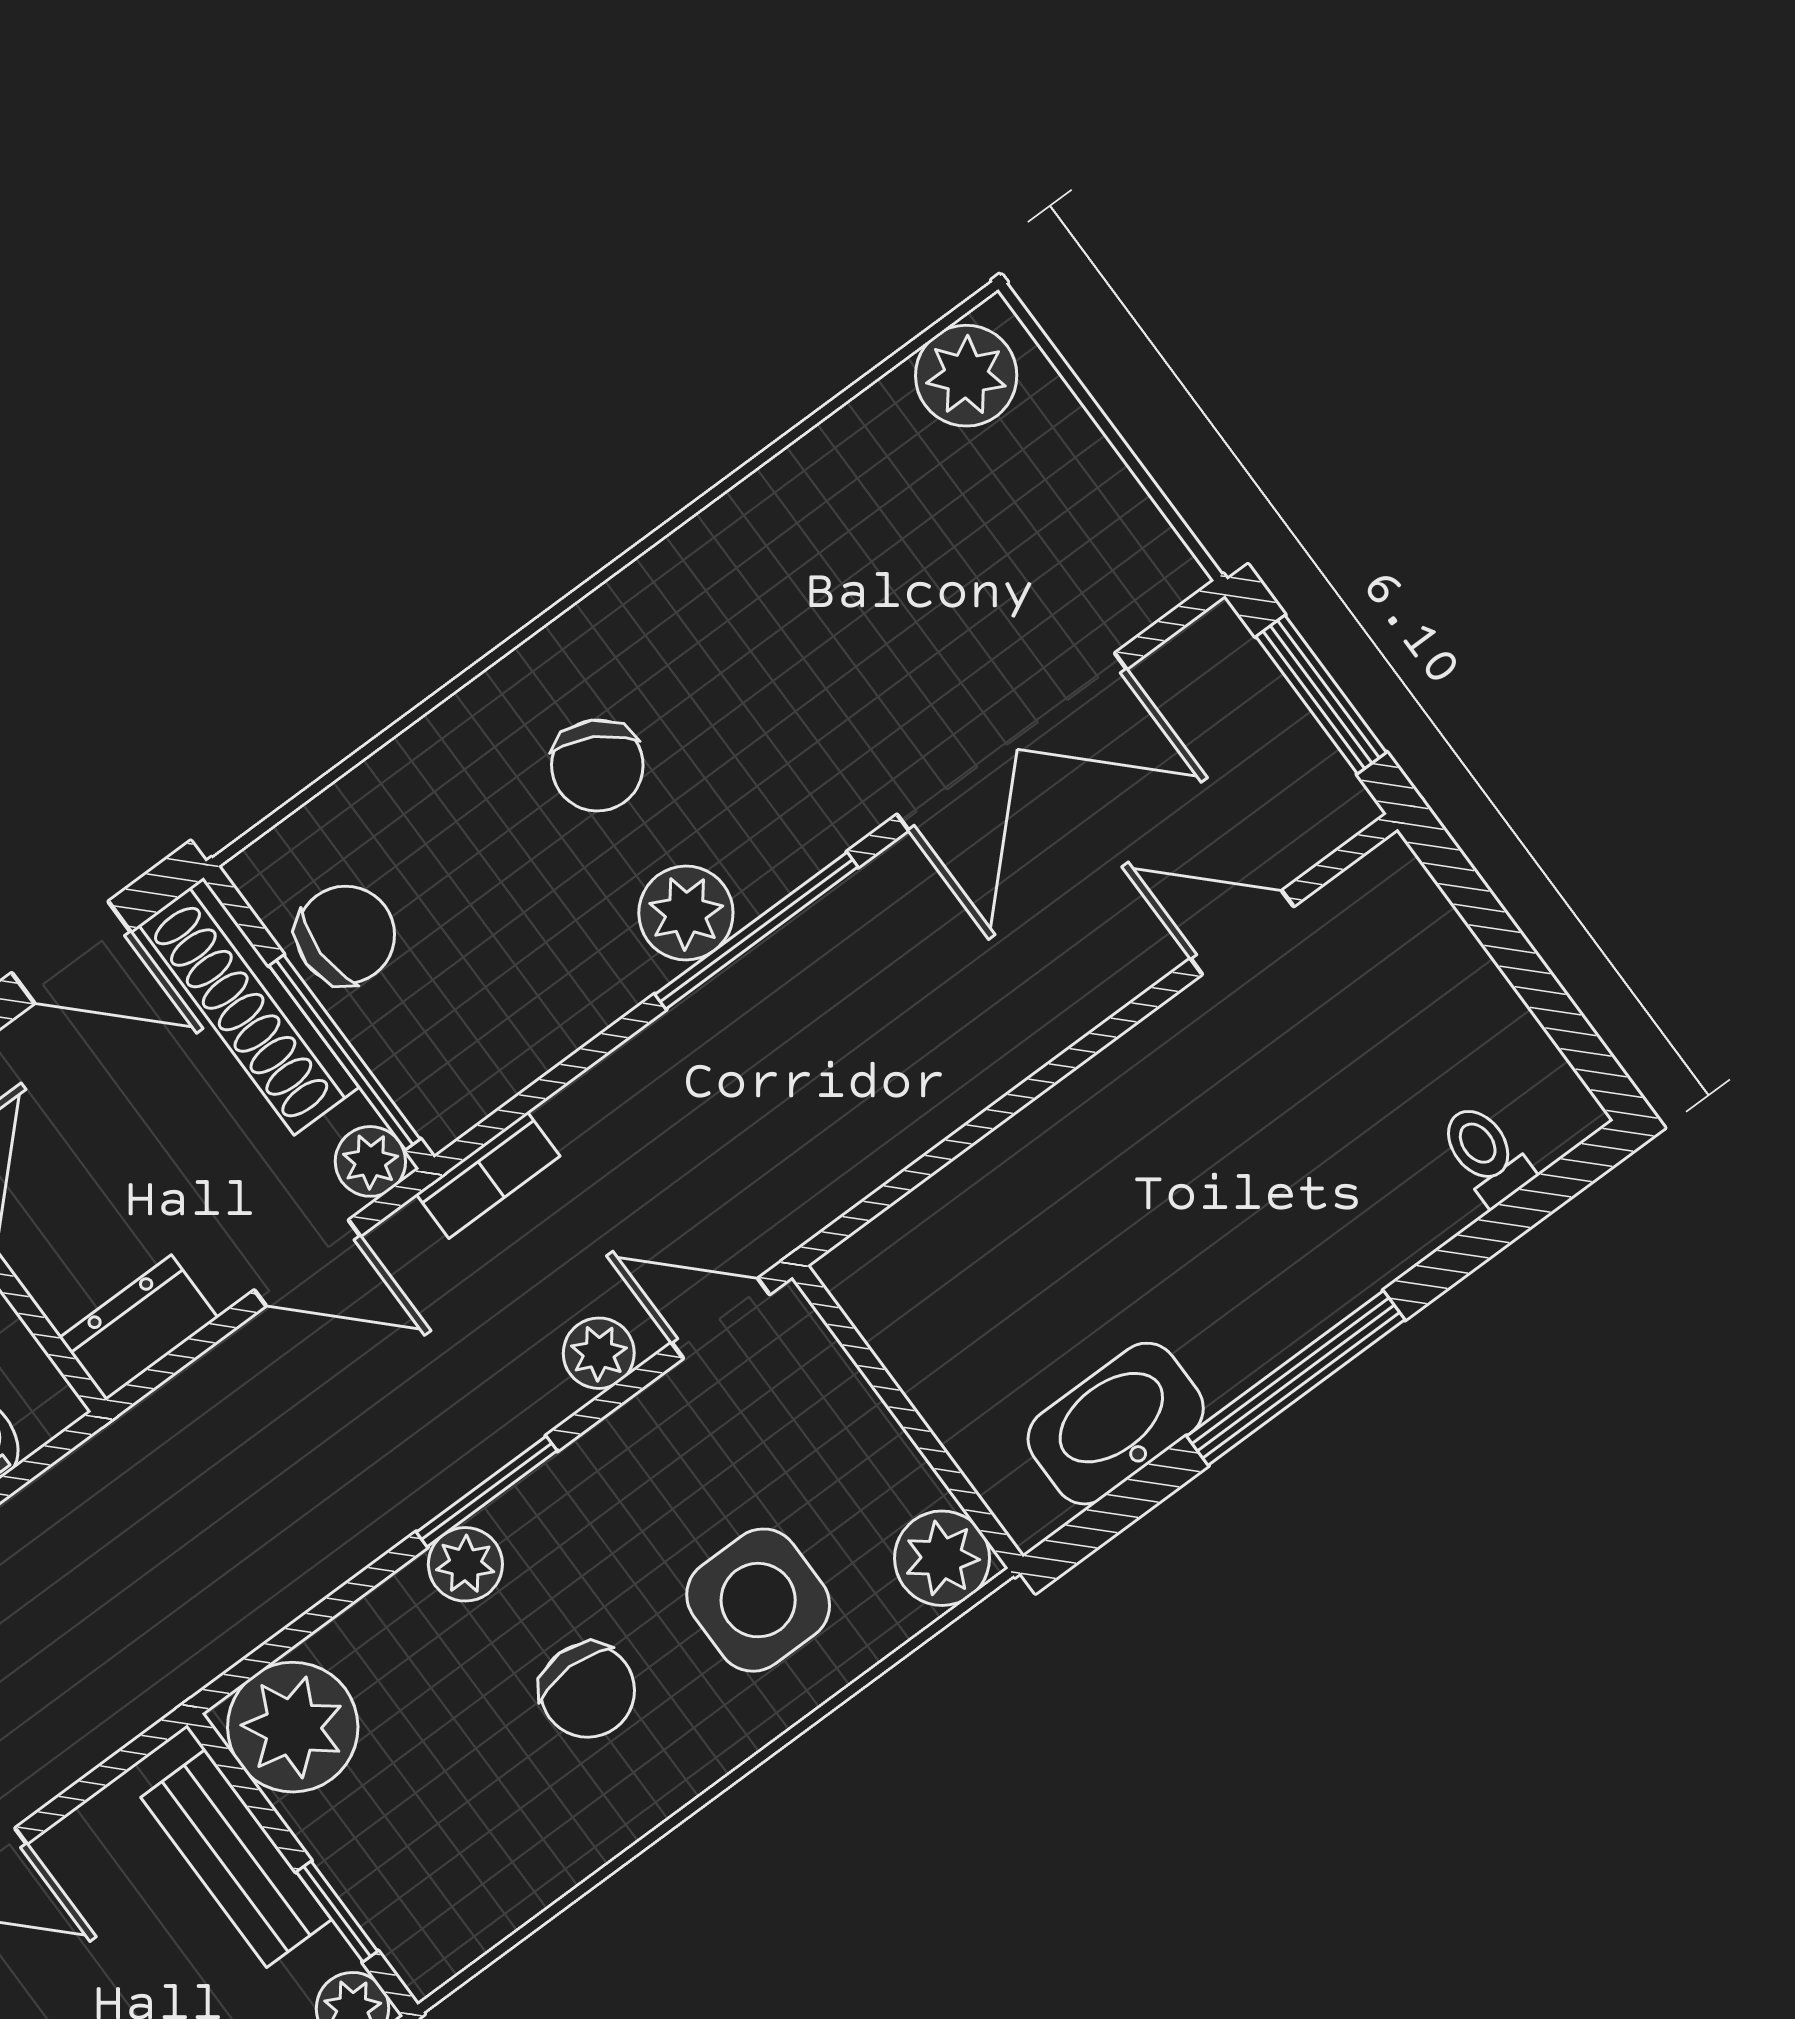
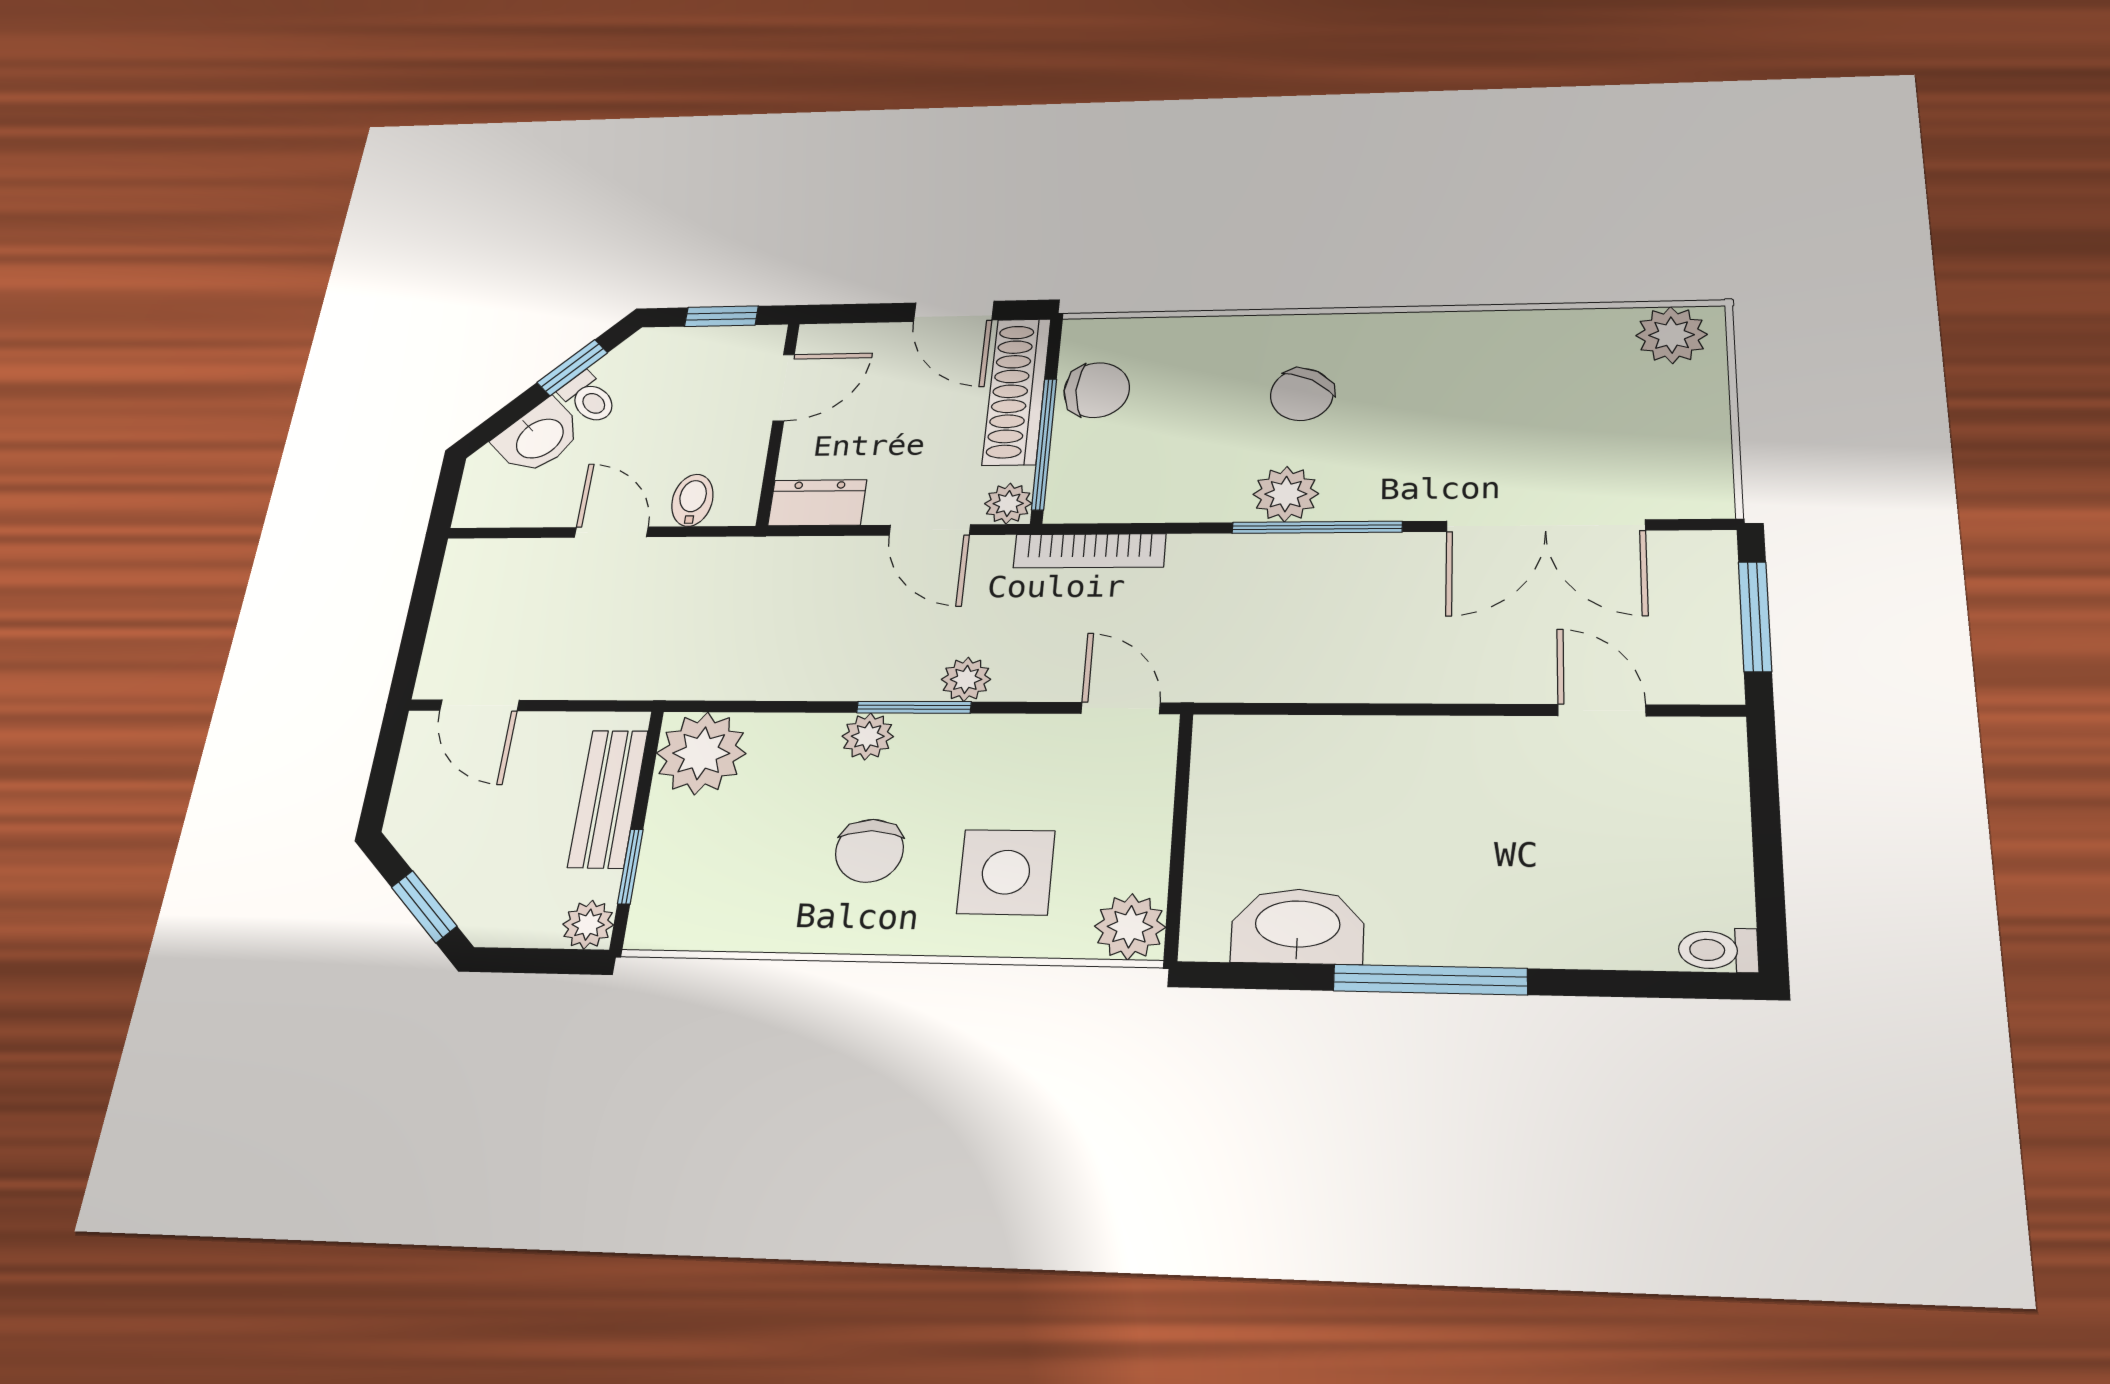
toilet: (1486, 1154) -> (1718, 950), moved, turned -90
bookcase: (488, 1175) -> (1089, 551), width x1.56
plant: (599, 1353) -> (966, 679), moved

